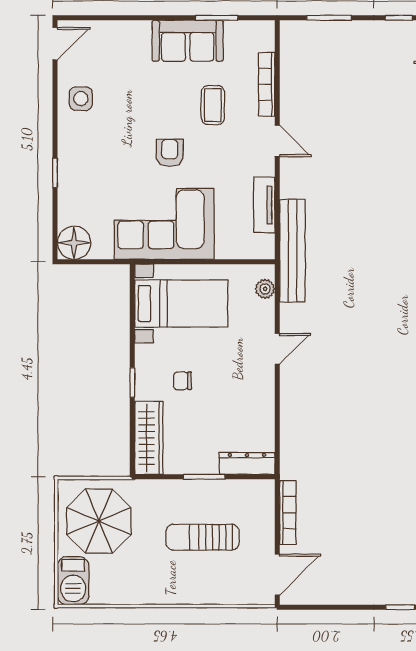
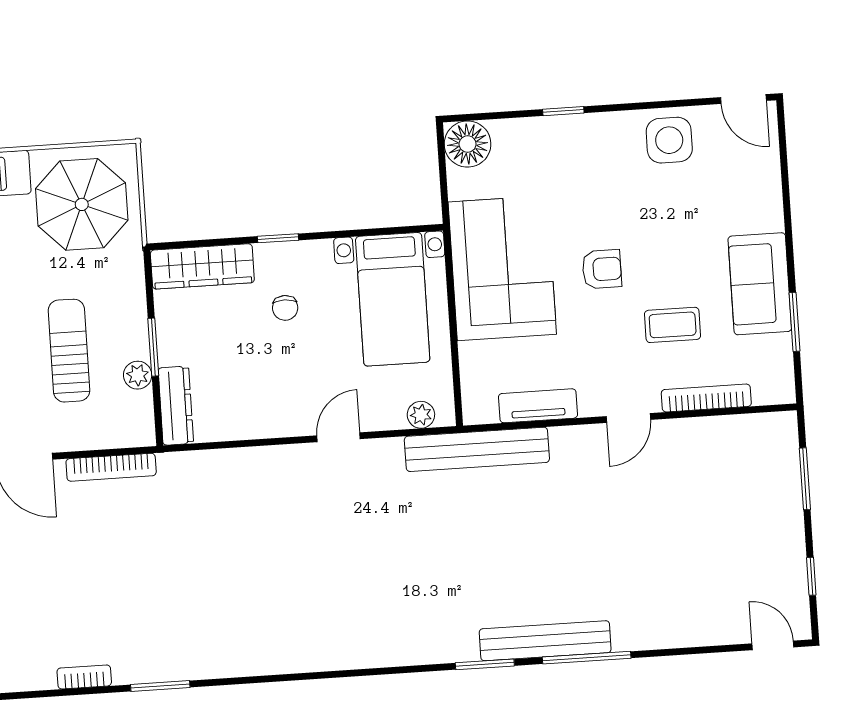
side table: (81, 99) -> (669, 140), width x1.37, depth x1.37
door: (277, 349) -> (339, 437), swing flipped
chair: (182, 381) -> (285, 308), turned 180
plant: (223, 489) -> (138, 375), added

